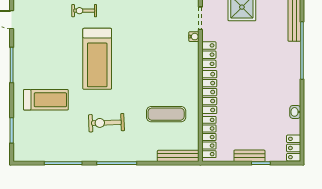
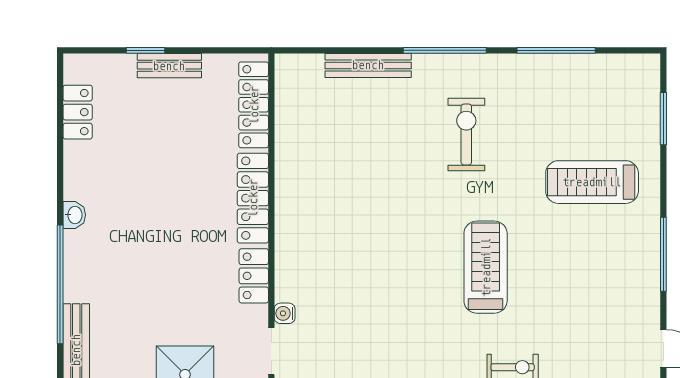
treadmill: (97, 59) -> (486, 267), width x0.73, depth x0.73
washbasin: (295, 112) -> (74, 215), moved
exercise mat: (166, 114) -> (342, 152), removed
exercise bike: (106, 123) -> (466, 135), turned -88
locker: (294, 148) -> (78, 112), moved
bench: (178, 156) -> (368, 65), moved

